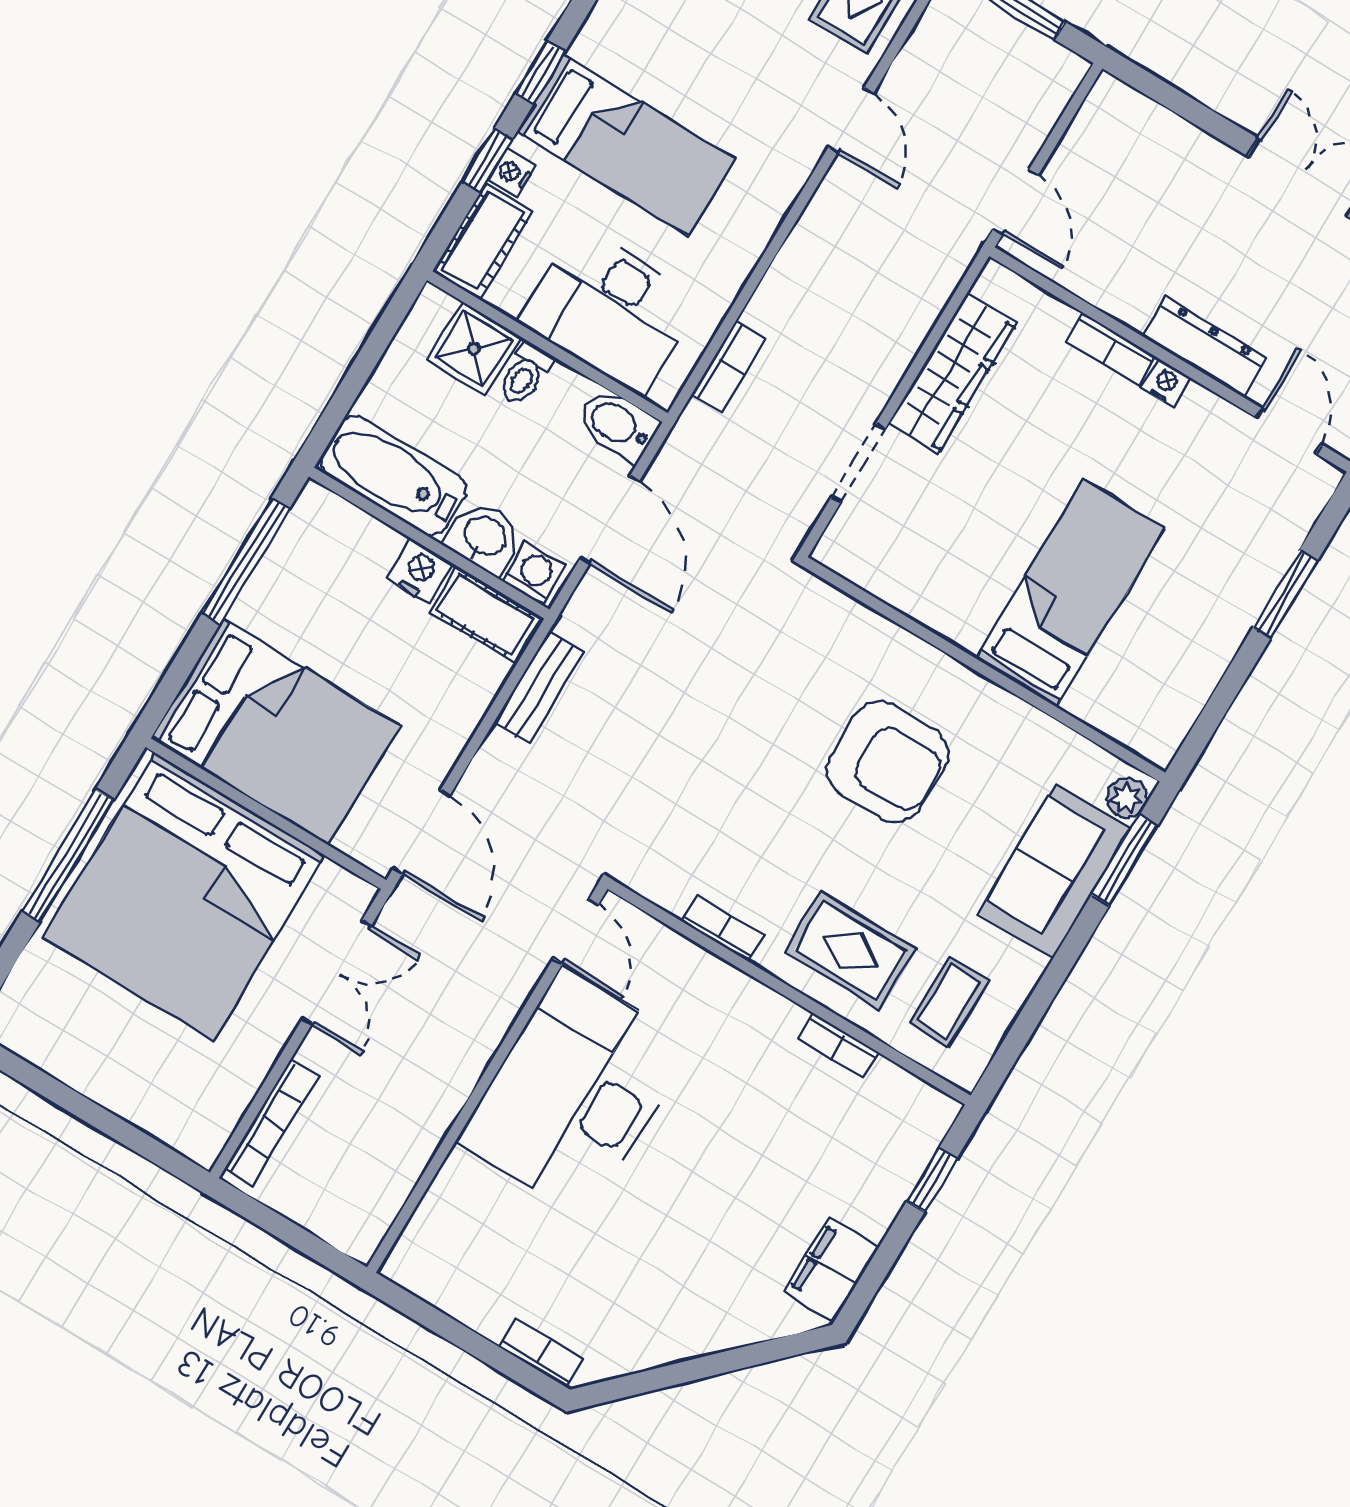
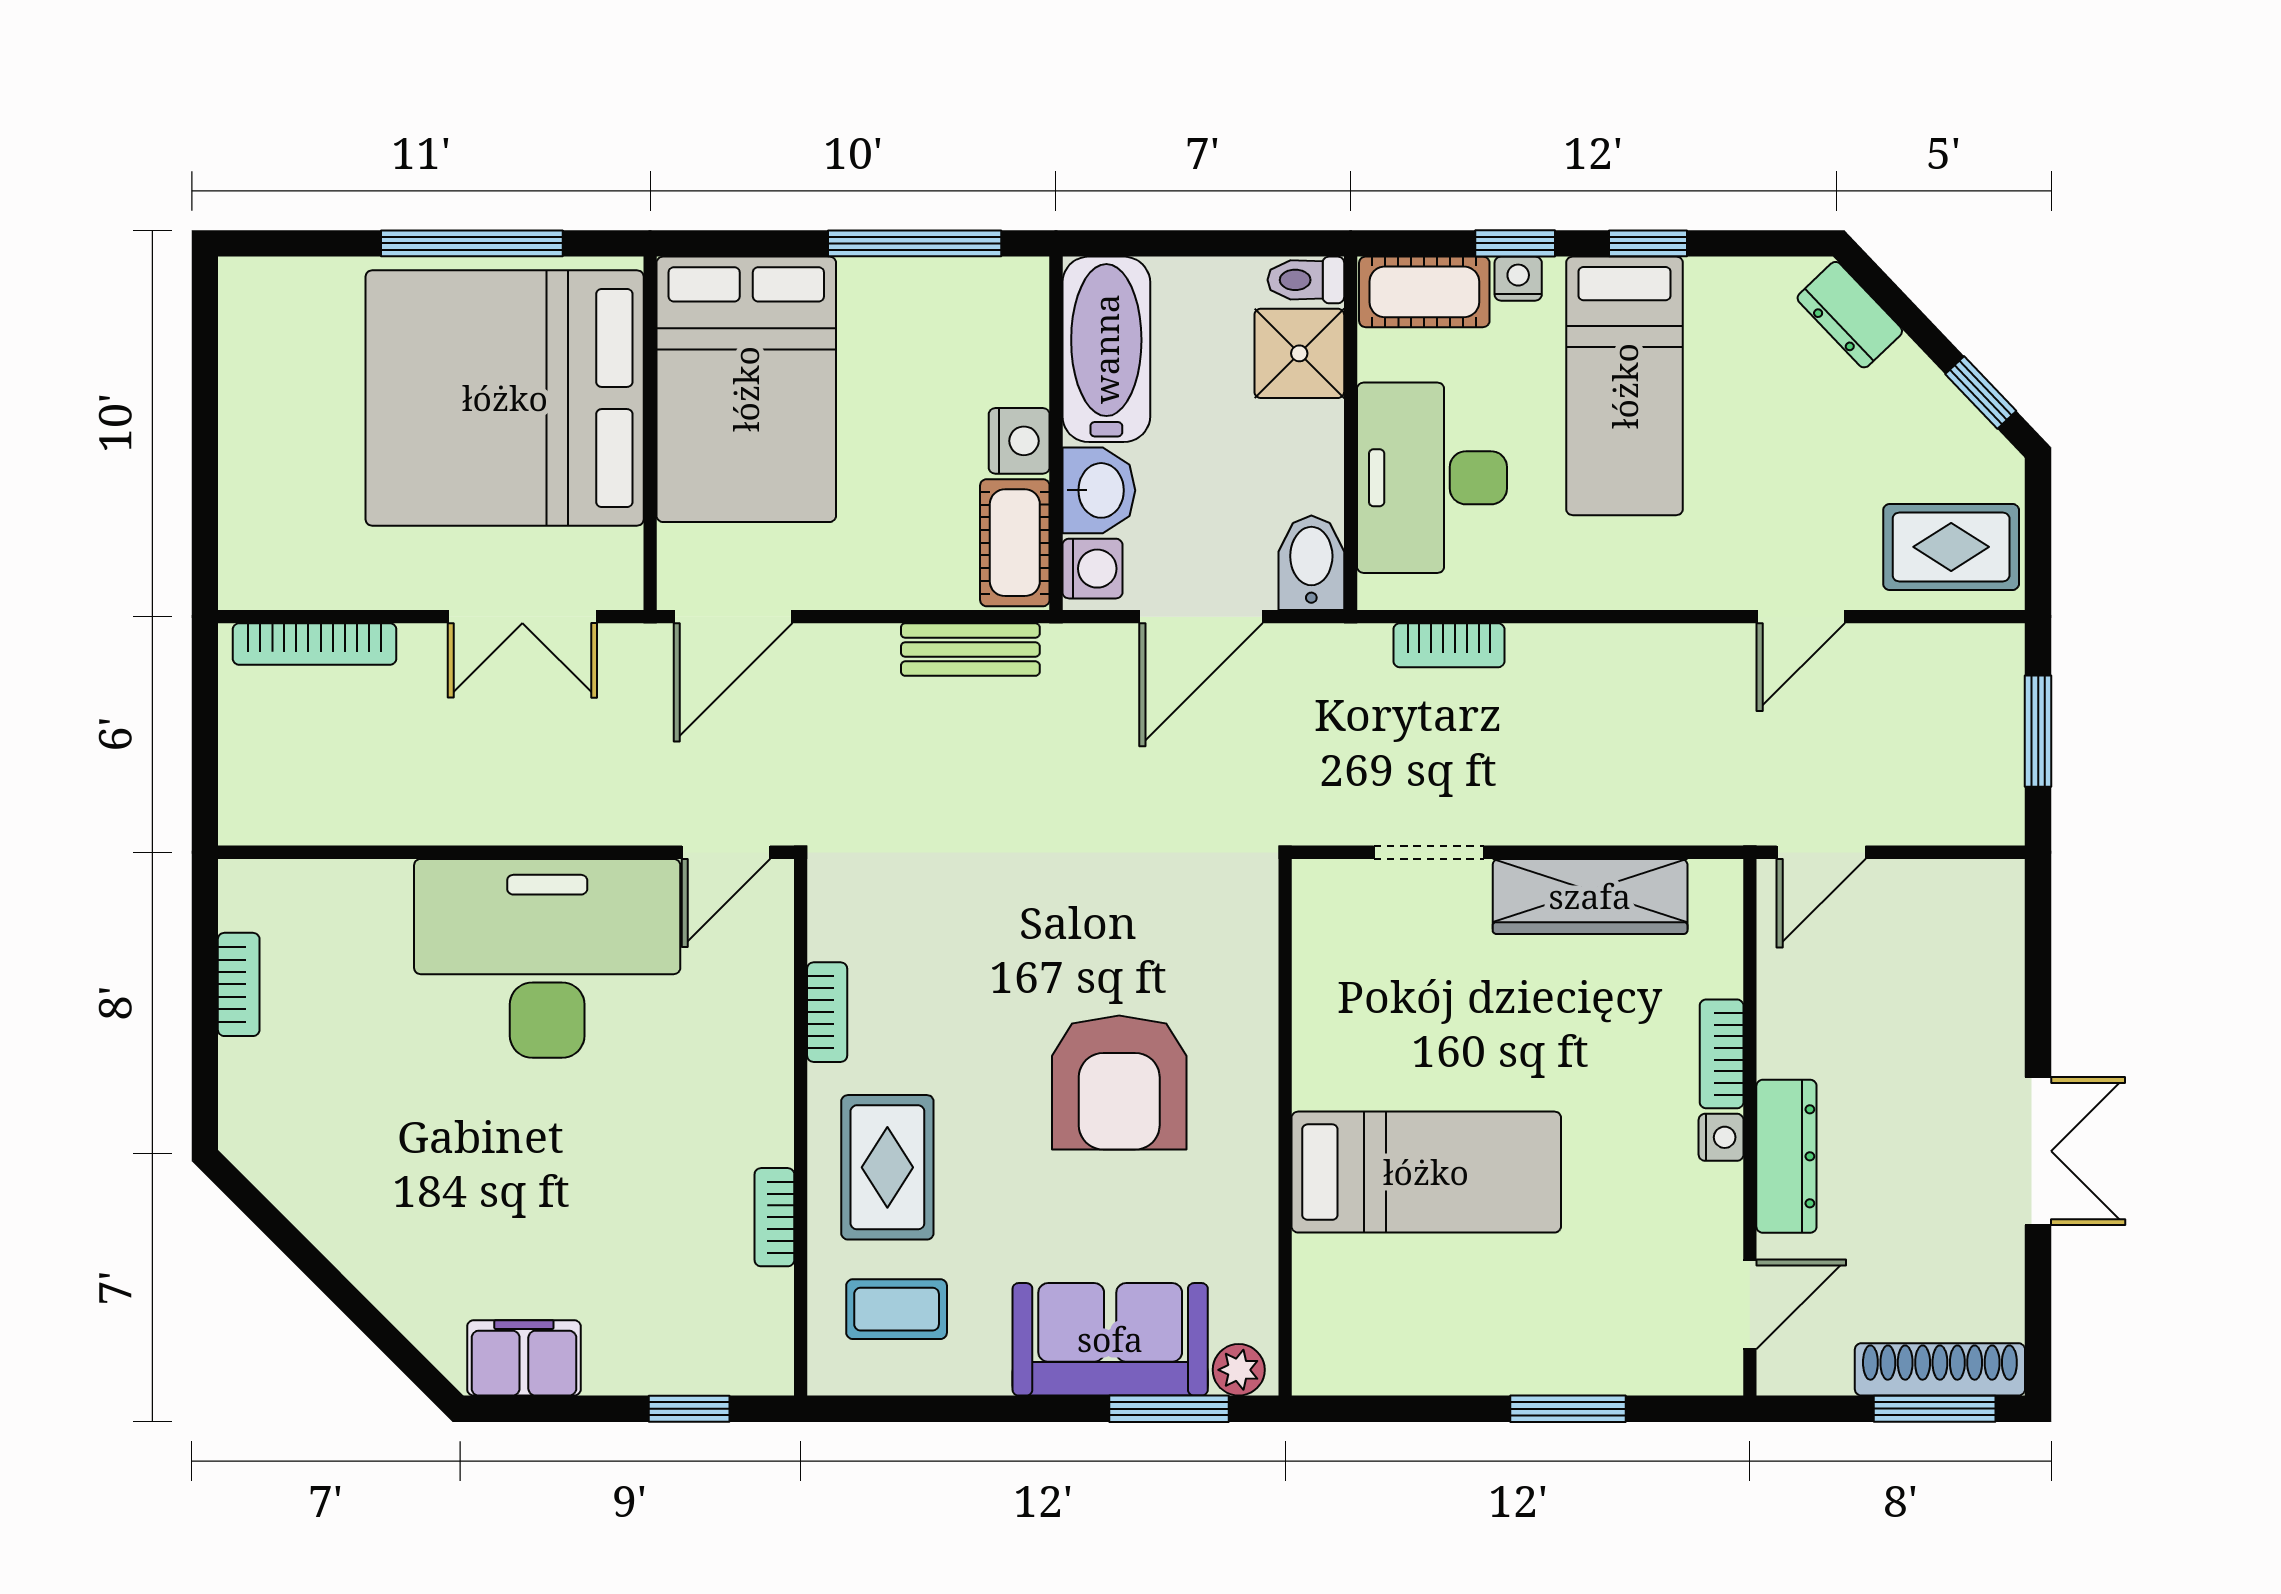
toilet: (525, 374) -> (1306, 280), moved
bookcase: (541, 1354) -> (239, 984), moved

